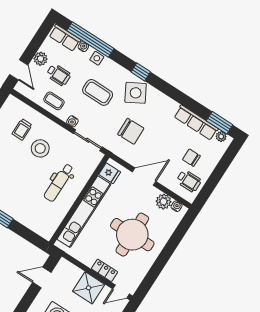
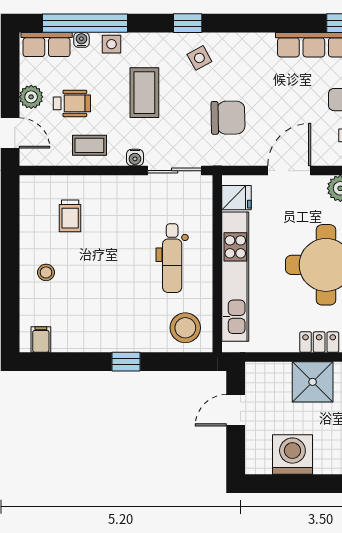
coffee table: (98, 92) -> (144, 93), turned 90
side table: (136, 93) -> (199, 58), width x0.54, depth x0.54
stool: (40, 148) -> (185, 328), moved

